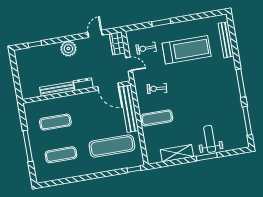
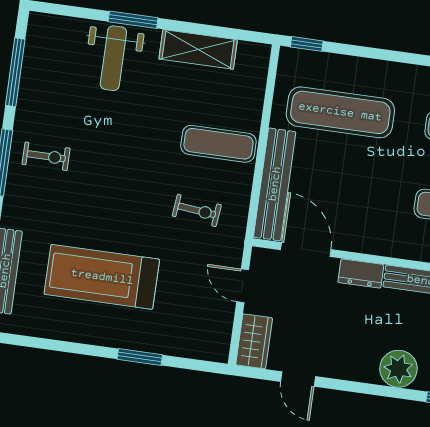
door: (95, 34) -> (298, 379), hinge flipped
exercise bike: (146, 48) -> (46, 156), moved
plant: (68, 49) -> (398, 369), moved

